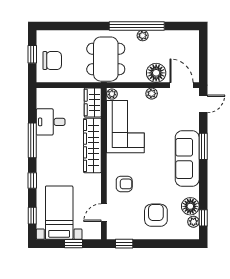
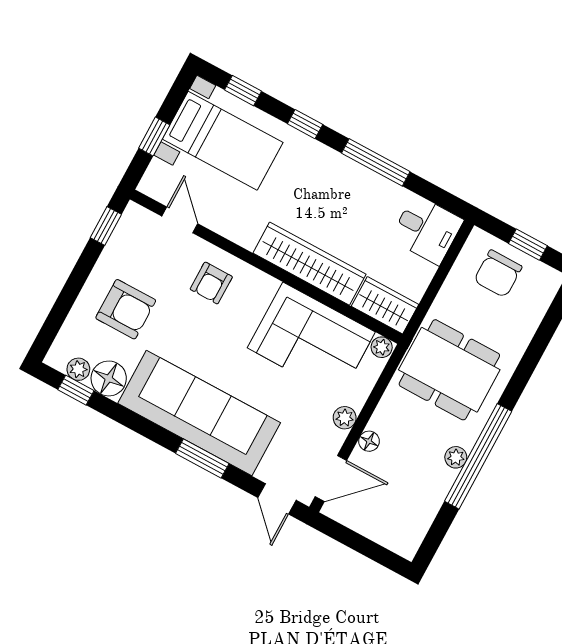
floor lamp: (156, 73) -> (369, 441), width x0.53, depth x0.53
desk: (51, 122) -> (427, 230), moved, turned 90
sofa: (187, 158) -> (199, 413), width x1.36, depth x1.27

